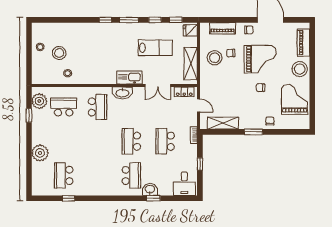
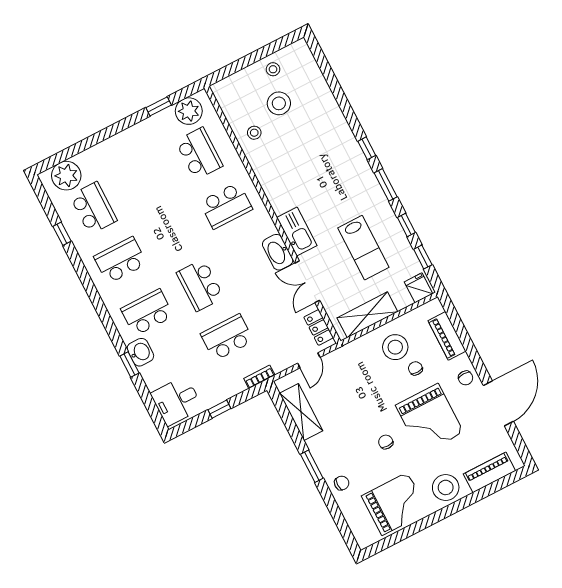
washbasin: (122, 93) -> (278, 252), moved
school desk: (131, 141) -> (200, 285), turned -90
plant: (40, 153) -> (66, 176), moved
school desk: (64, 175) -> (93, 208), turned 90
school desk: (98, 175) -> (120, 260), added
school desk: (131, 175) -> (147, 312), turned 180

